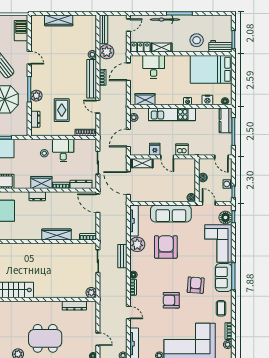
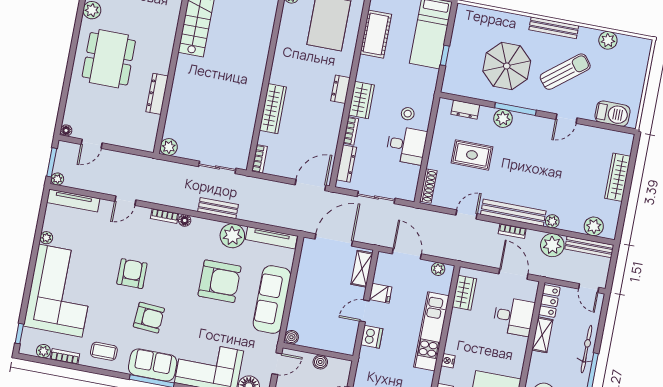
plant: (91, 29) -> (594, 226), added
dresser: (74, 306) -> (157, 94), moved

